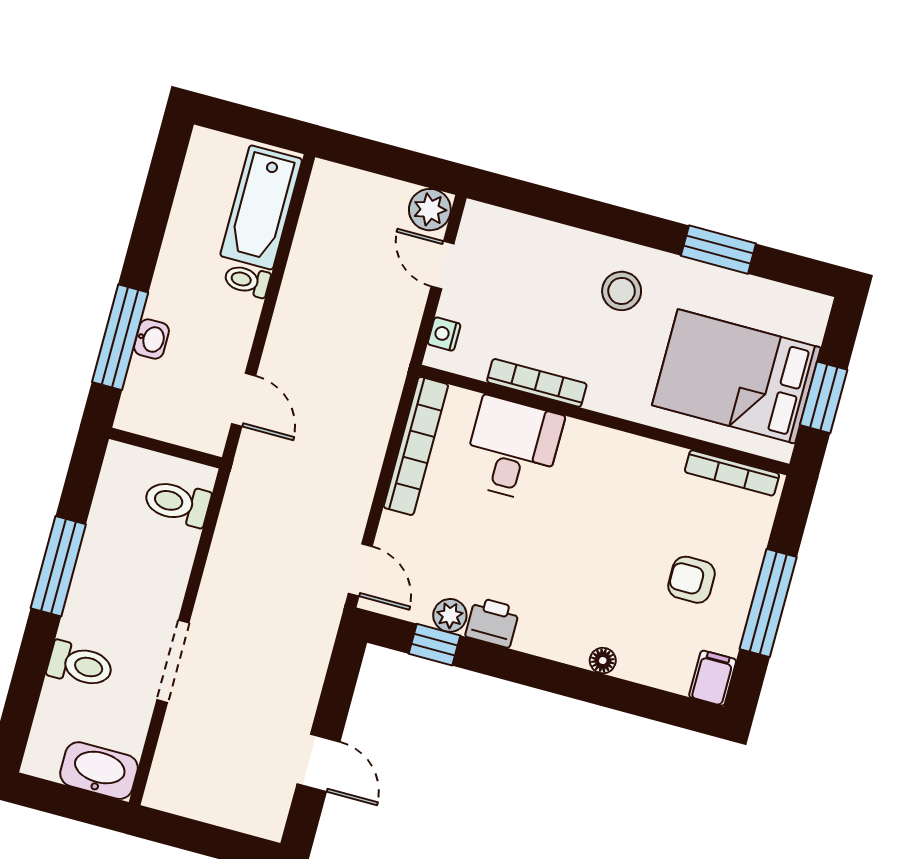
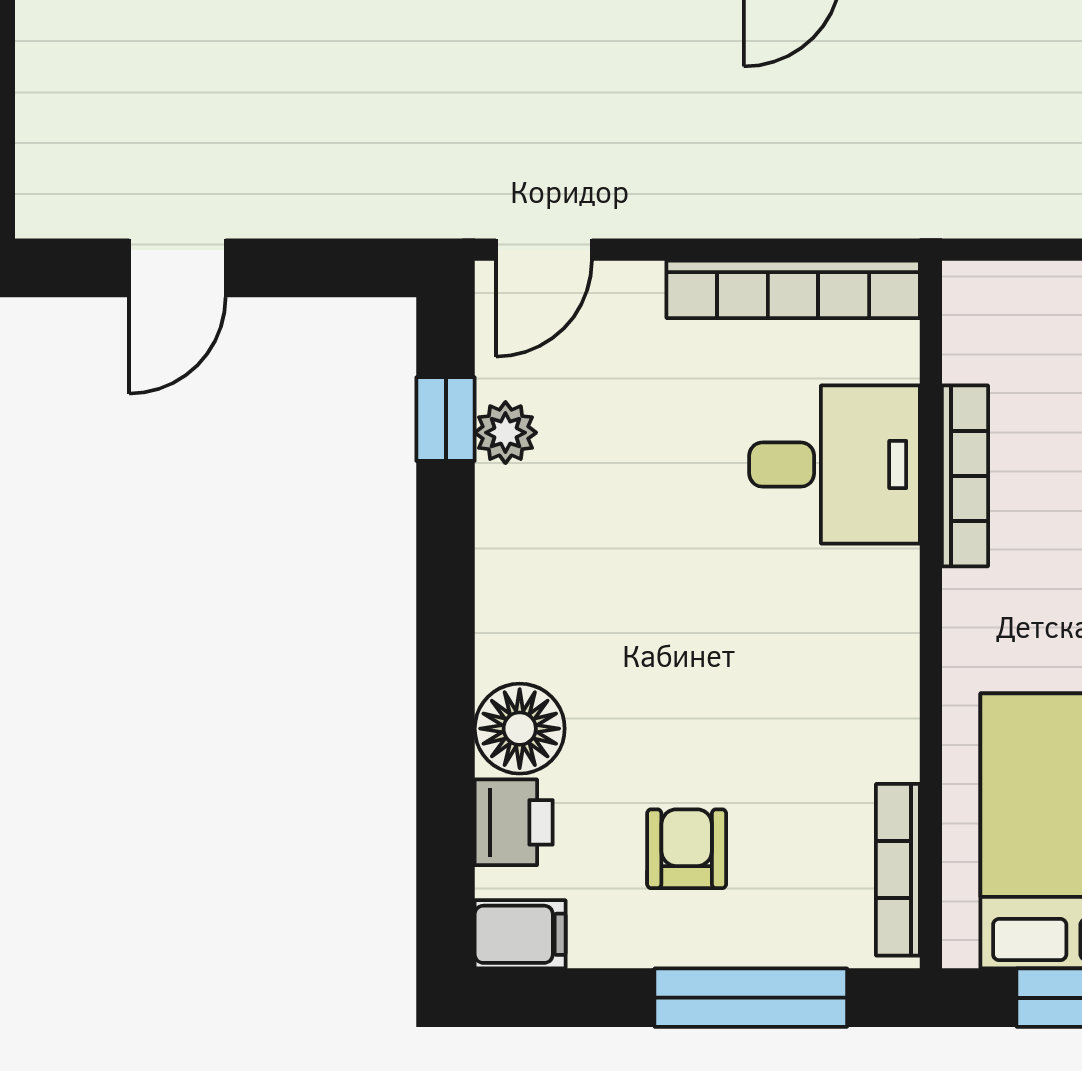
nightstand: (444, 334) -> (1008, 286), removed
window: (768, 603) -> (751, 998), moved
printer: (492, 622) -> (514, 822), moved
floor lamp: (603, 661) -> (520, 729), width x1.89, depth x1.89

